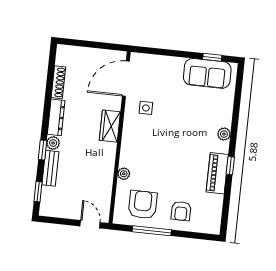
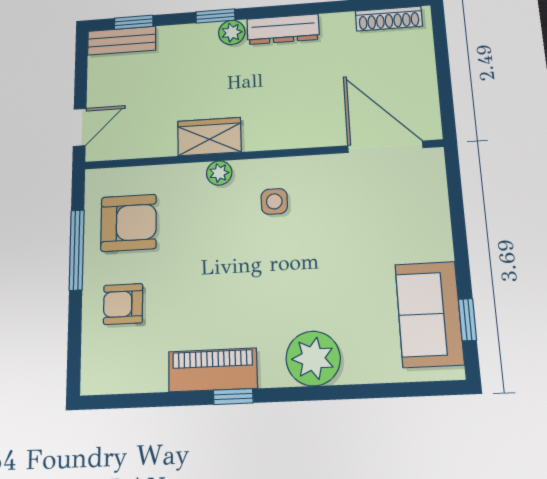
shoe rack: (58, 82) -> (389, 19), moved
side table: (146, 108) -> (274, 201), moved
wardrobe: (110, 126) -> (209, 137), moved
plant: (224, 134) -> (313, 358), width x1.88, depth x1.88
bench: (50, 168) -> (122, 41), moved
plant: (124, 174) -> (219, 173), moved

